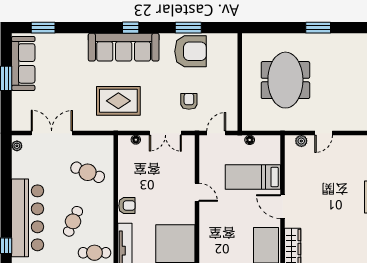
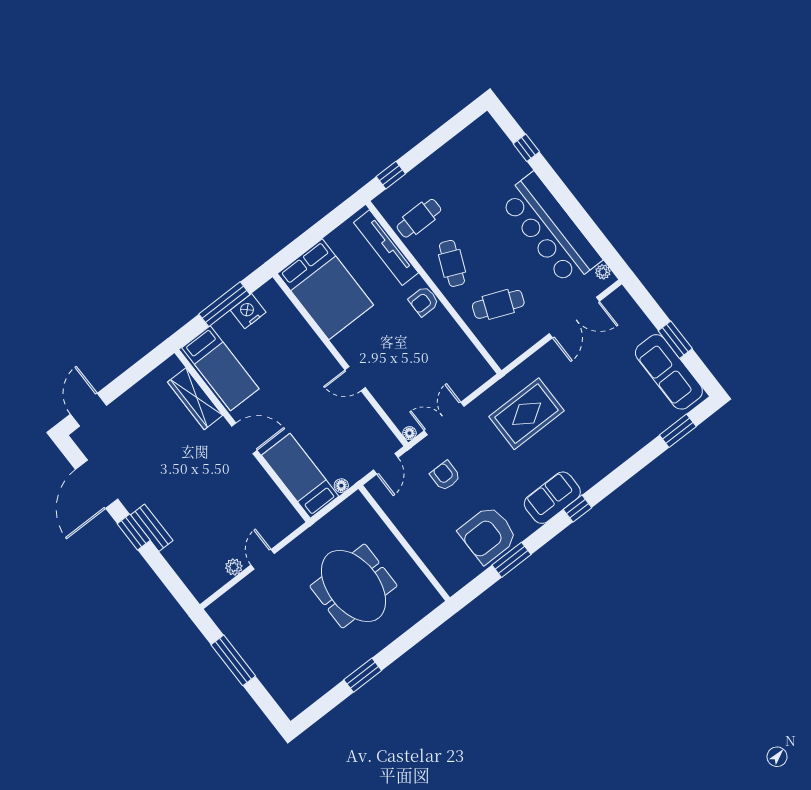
sofa: (124, 47) -> (552, 498), width x0.54, depth x0.79
armchair: (189, 101) -> (445, 476), turned 180
floor lamp: (136, 140) -> (409, 433), moved
plant: (301, 141) -> (234, 567), moved
bed: (253, 177) -> (300, 476), moved, turned -90
bar counter: (28, 218) -> (550, 229), moved
cafe table: (73, 221) -> (452, 263), moved

